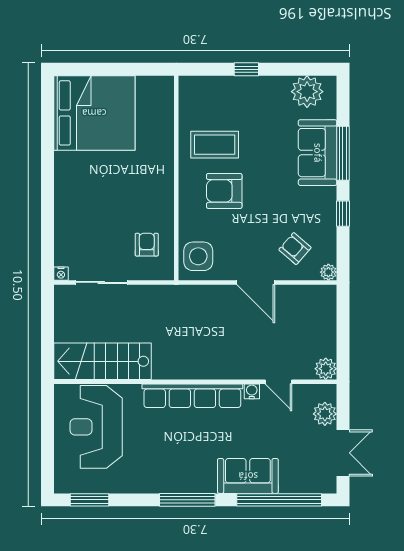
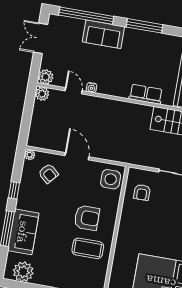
row of seats: (192, 396) -> (146, 94), width x0.50
plant: (325, 414) -> (46, 77), moved

